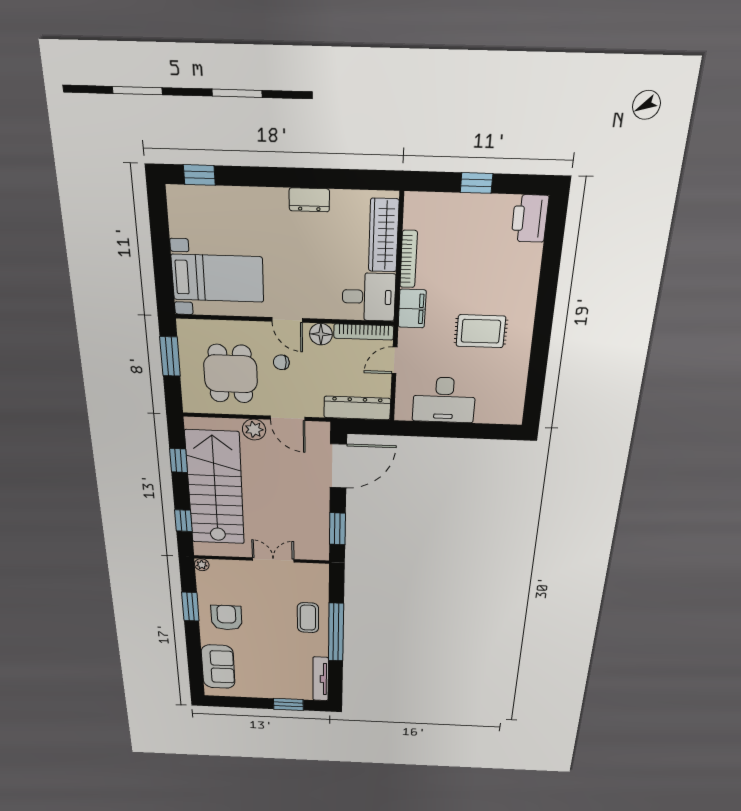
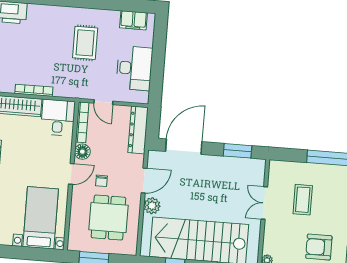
filing cabinet: (412, 309) -> (133, 20), moved, turned 180
dining table: (231, 374) -> (108, 218), turned 90
door: (338, 466) -> (184, 147), hinge flipped
coffee table: (308, 618) -> (303, 200), moved, turned 90

